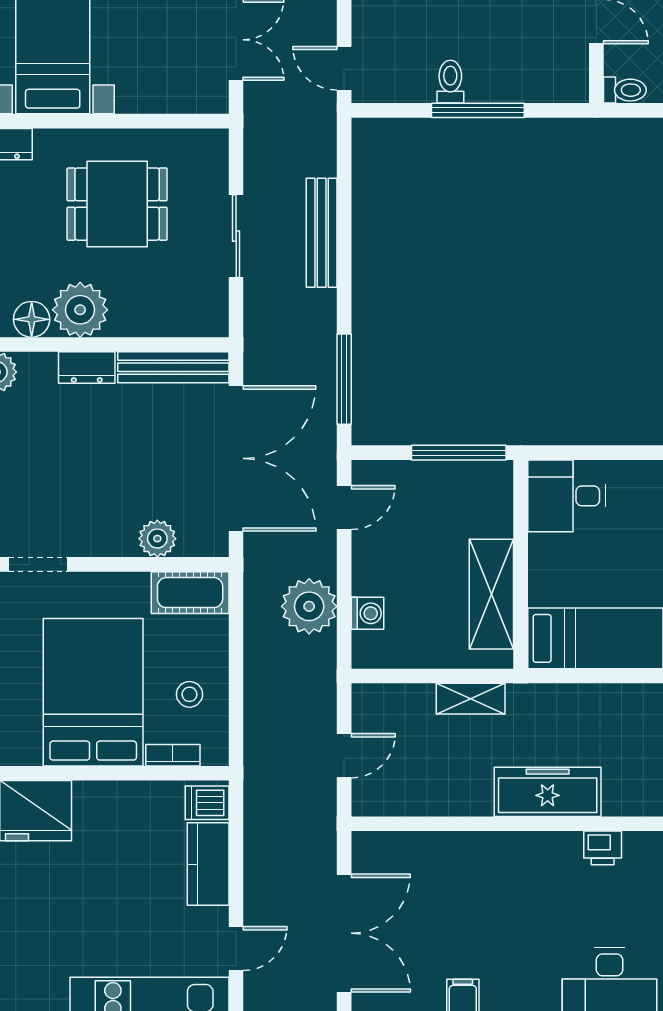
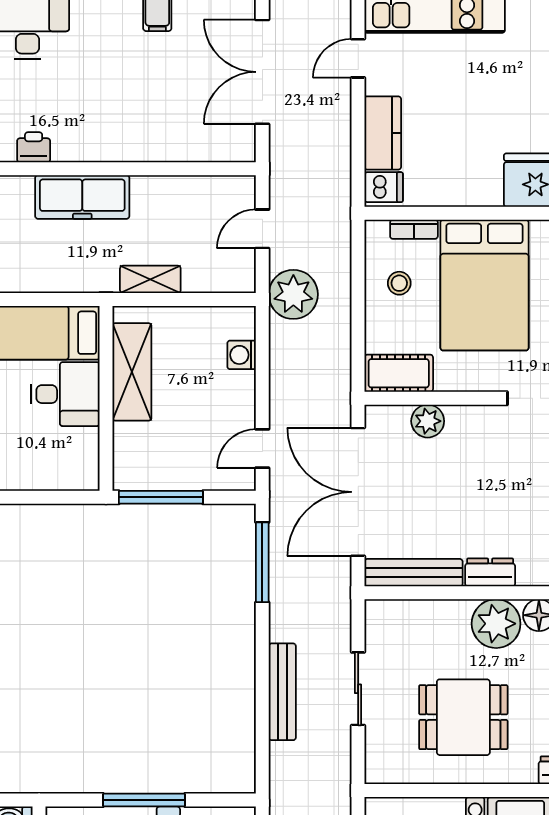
desk: (567, 496) -> (65, 394), moved
plant: (309, 606) -> (293, 294), moved

